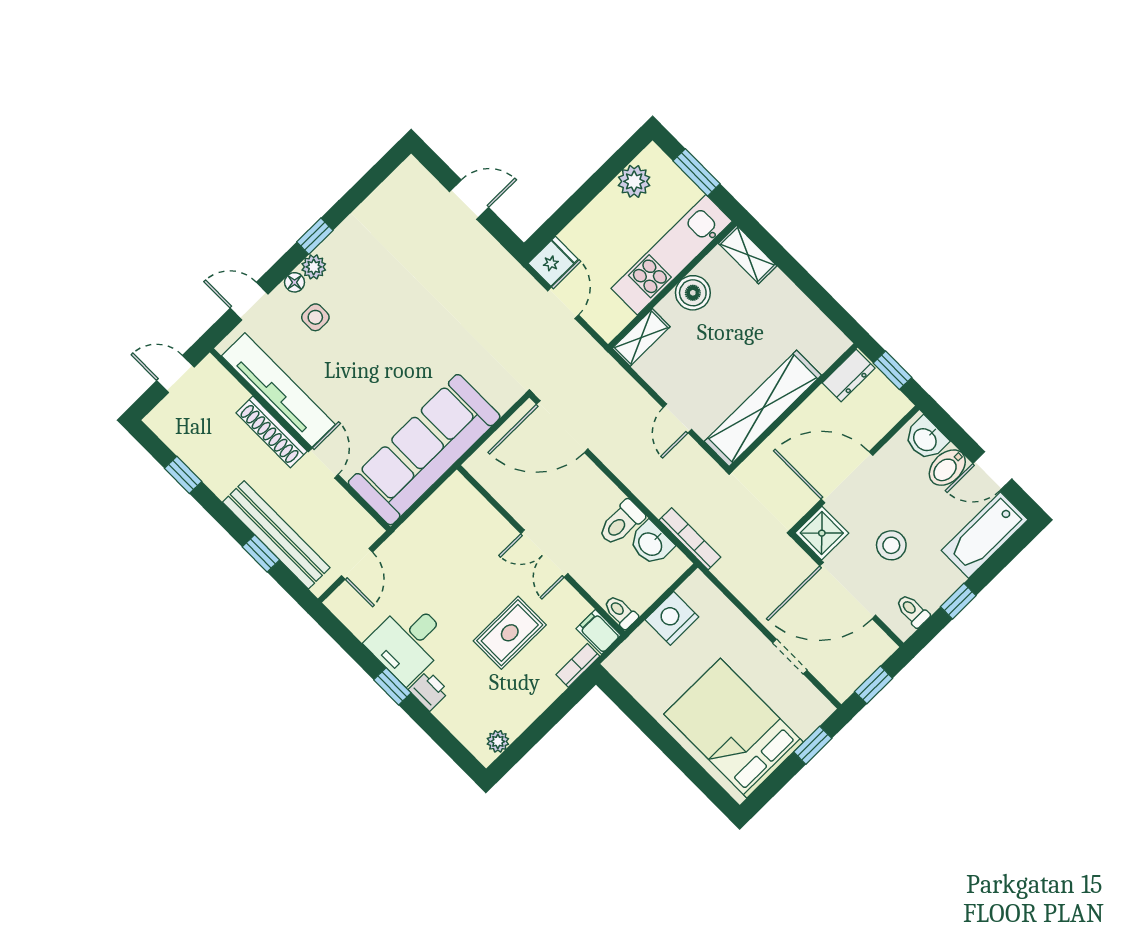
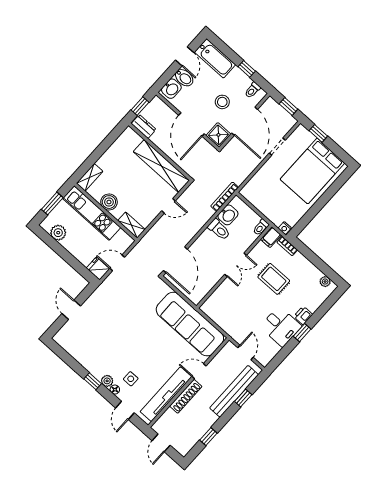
door: (357, 564) -> (245, 353), hinge flipped
nightstand: (672, 618) -> (285, 228), moved, width x0.53, depth x0.56

